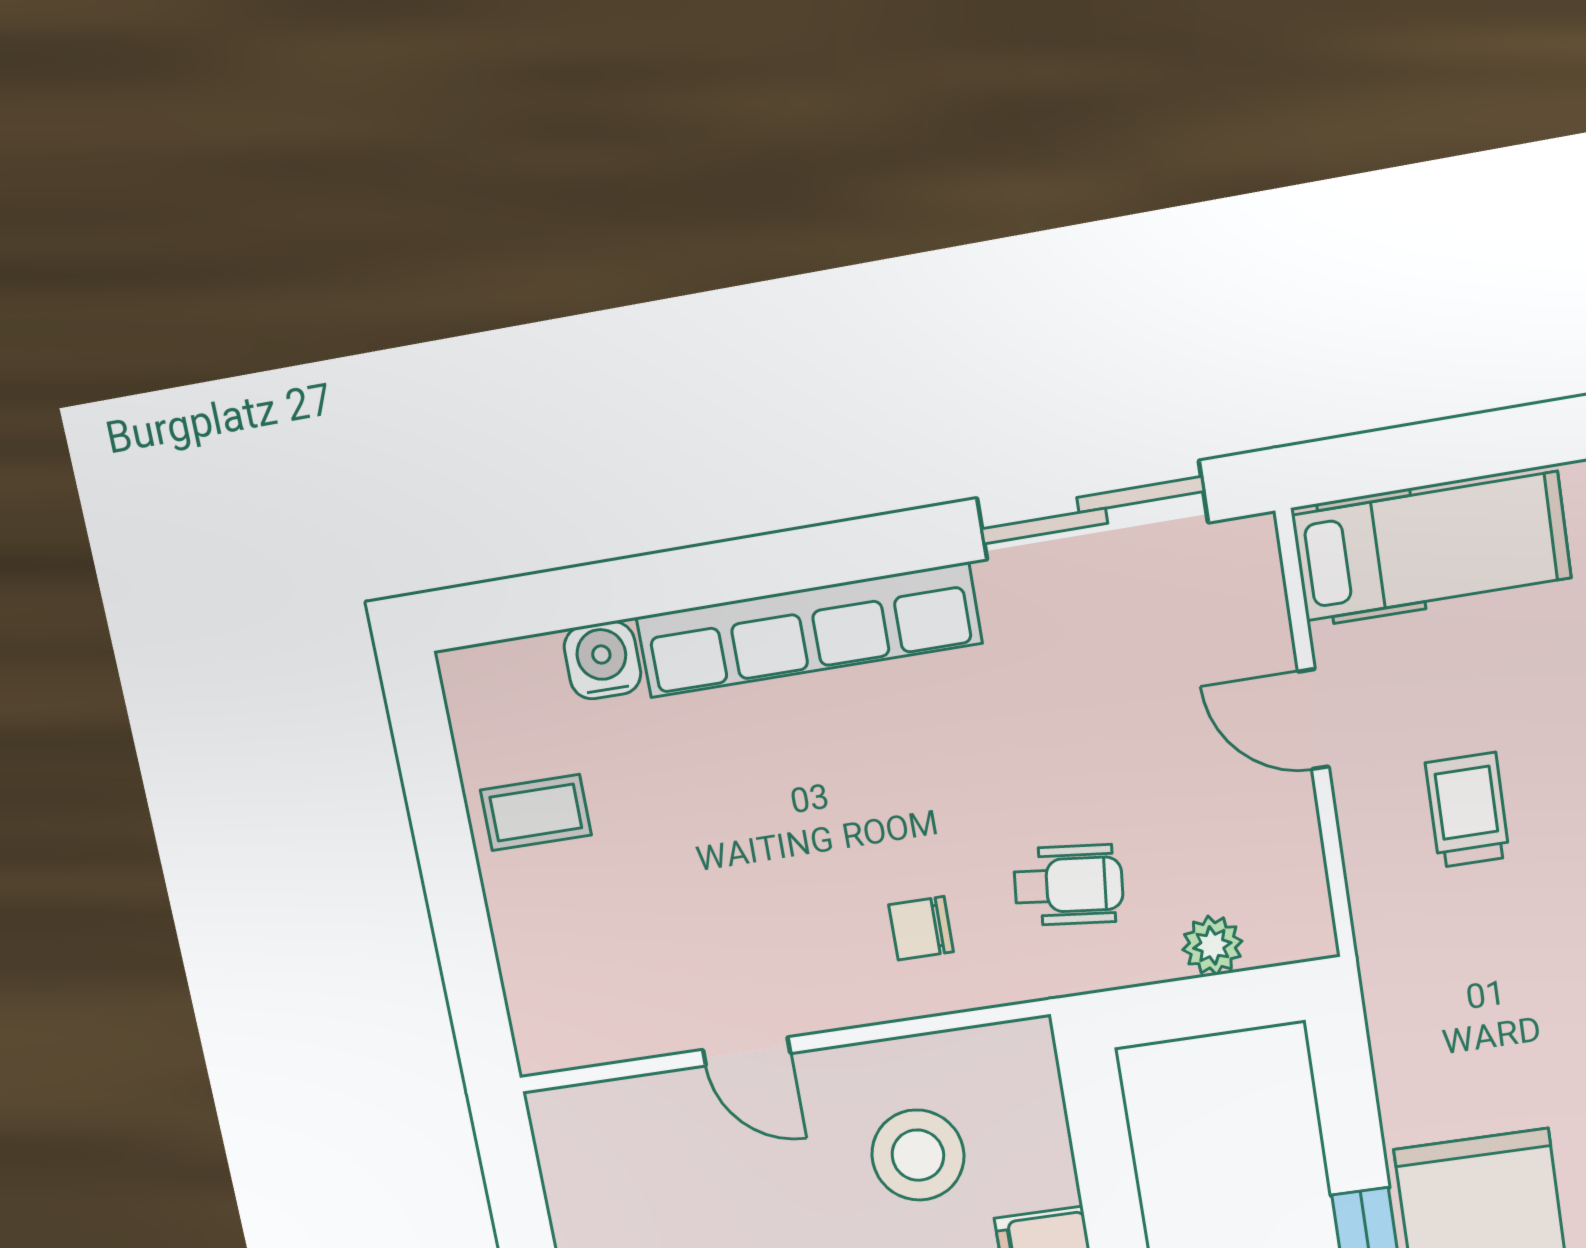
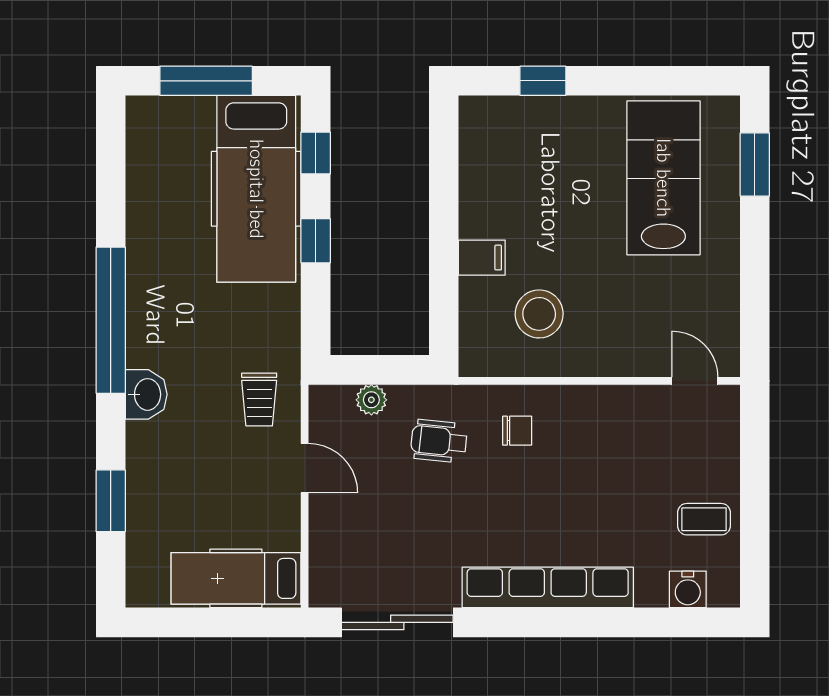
water cooler: (602, 660) -> (688, 589), moved
door: (1313, 719) -> (305, 468), moved
trolley: (1467, 810) -> (259, 399), moved
door: (747, 1051) -> (695, 381), moved

